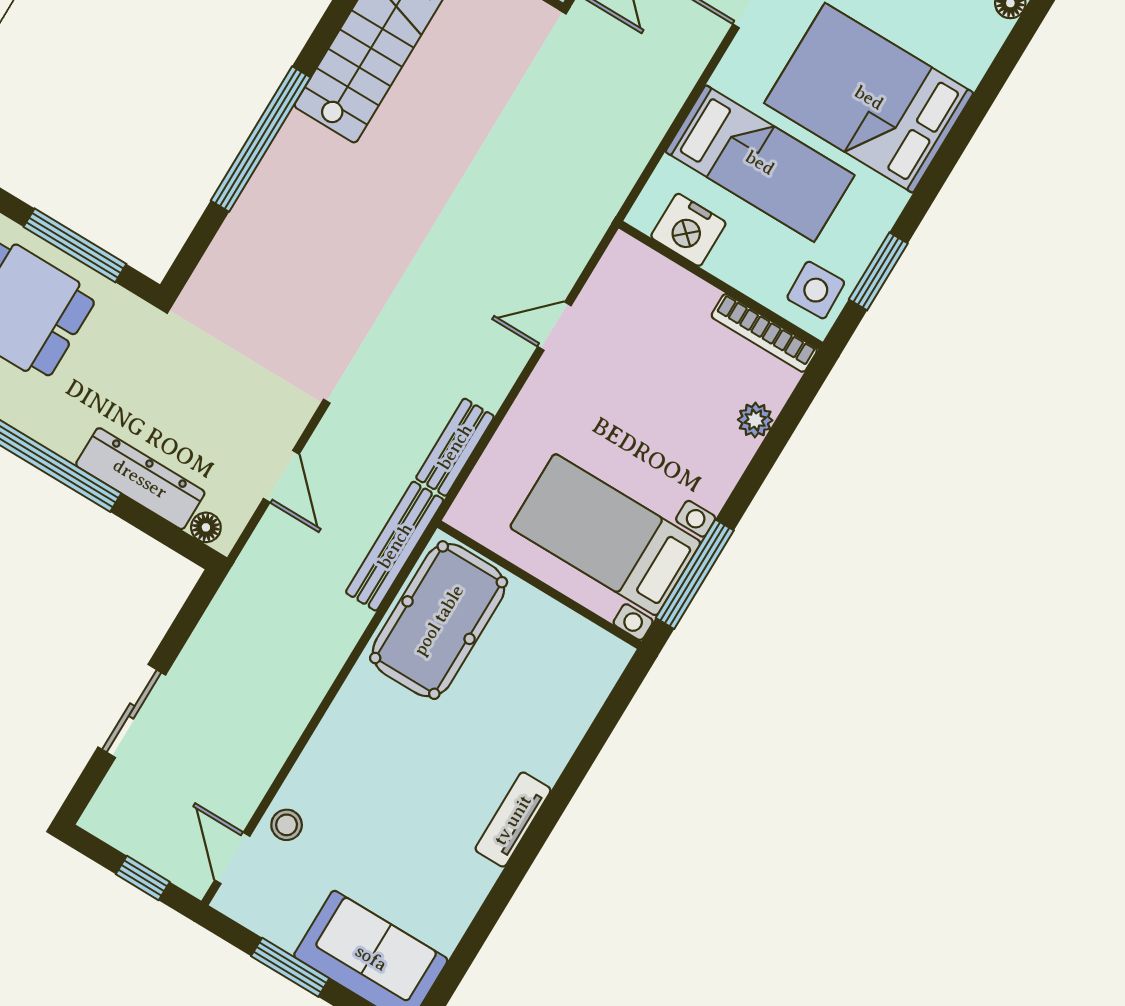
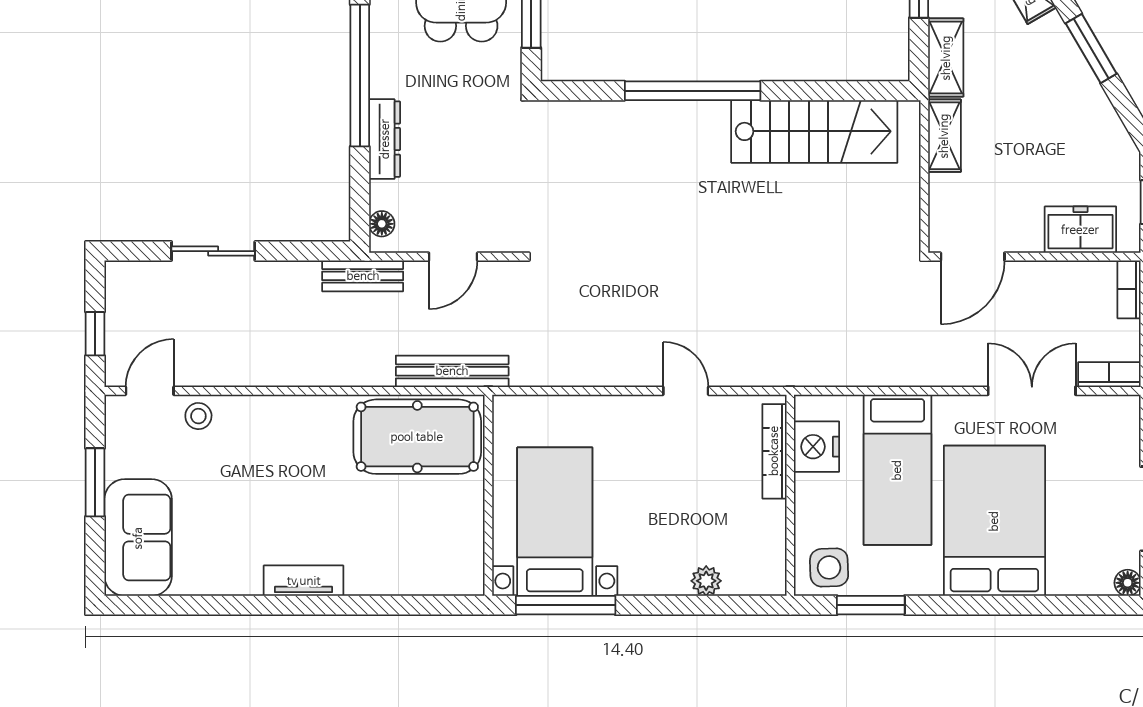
bookcase: (764, 333) -> (774, 451), moved
bench: (455, 447) -> (363, 276), moved
dresser: (140, 479) -> (385, 139), width x0.73, depth x0.80

